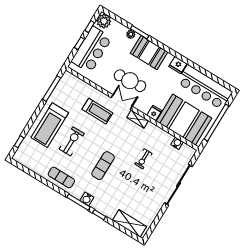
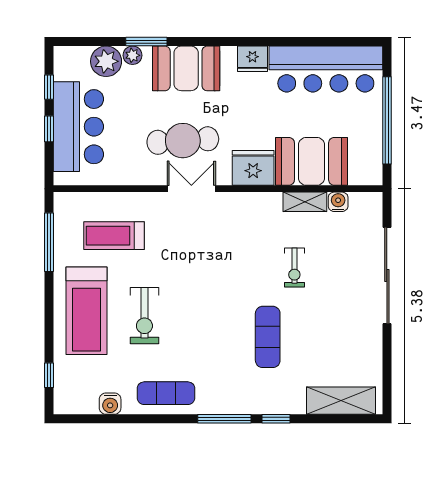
plant: (104, 21) -> (106, 61), moved
treadmill: (97, 111) -> (114, 236), moved, turned 180
fridge: (154, 113) -> (253, 168), width x1.88, depth x1.34
shelving: (138, 119) -> (305, 202), moved
booth: (184, 120) -> (312, 161), width x0.73, depth x0.70
exercise bike: (72, 141) -> (144, 316), turned 180
exercise mat: (103, 166) -> (268, 337), moved
water cooler: (87, 199) -> (110, 404), moved

